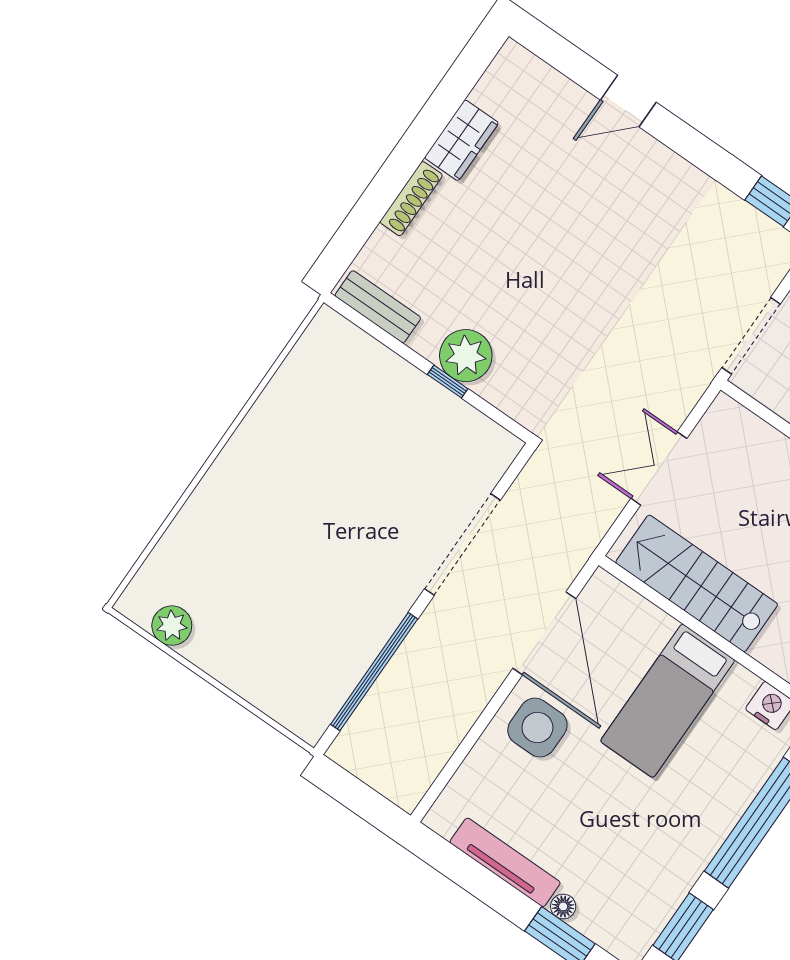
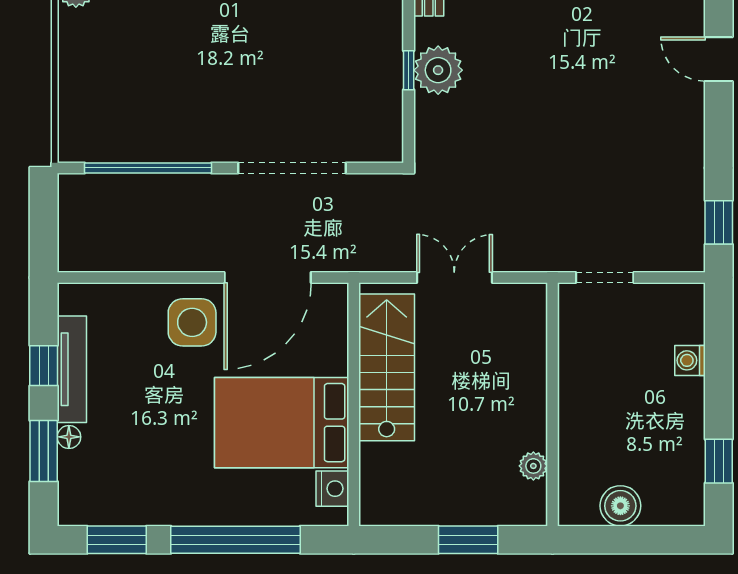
doorway: (751, 336) -> (605, 278), width x0.73
bed: (668, 701) -> (282, 423), width x1.50
window: (485, 885) -> (44, 366), added

